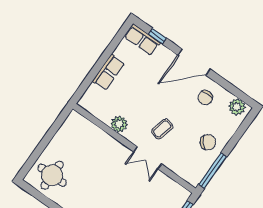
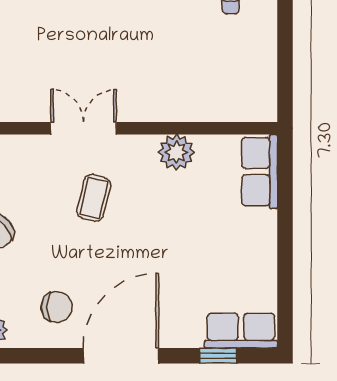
row of seats: (108, 72) -> (260, 172), moved
chair: (205, 98) -> (57, 307), turned 90

